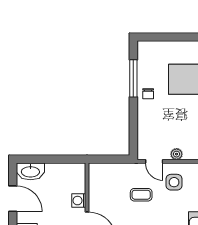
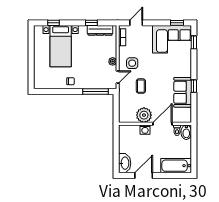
window: (133, 78) -> (96, 91), moved
plant: (99, 199) -> (144, 115), added

